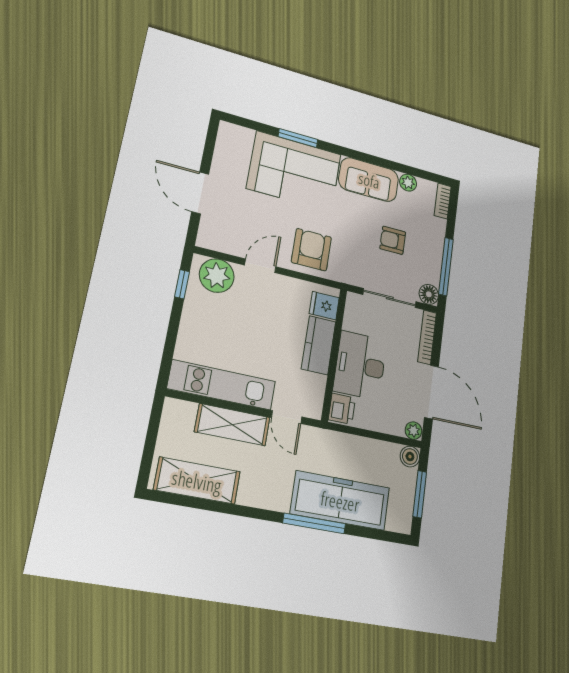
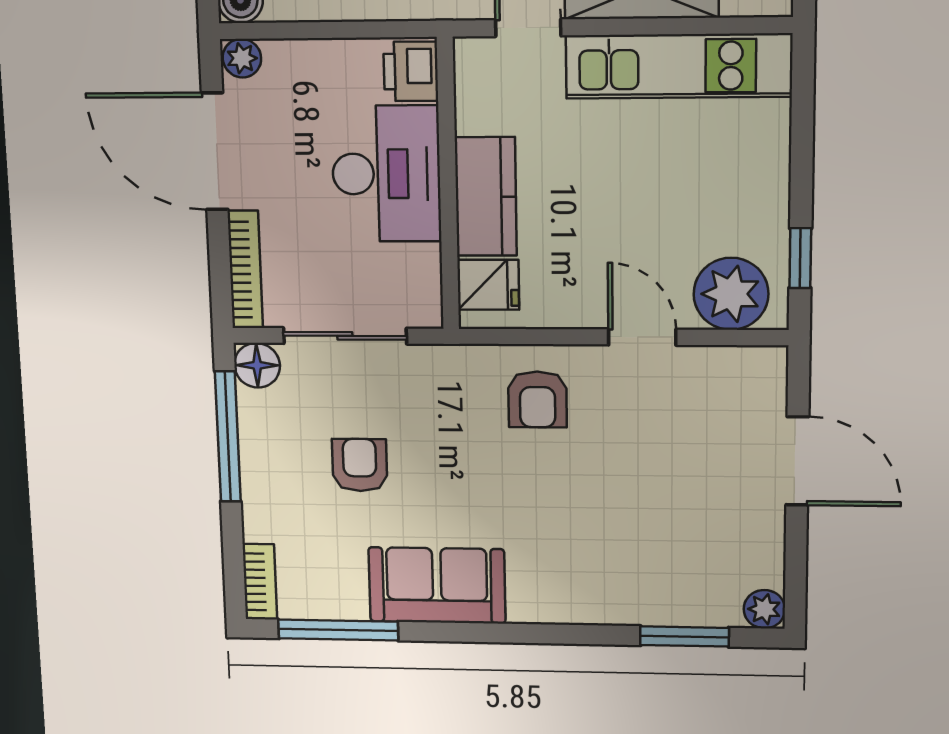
window: (298, 138) -> (685, 636), moved
corner sofa: (294, 171) -> (605, 560), removed
window: (414, 172) -> (338, 630), added
plant: (408, 183) -> (764, 609), moved
armchair: (393, 240) -> (360, 465), turned -90
armchair: (311, 250) -> (538, 399), width x0.72, depth x0.72
door: (260, 266) -> (642, 337), swing flipped

